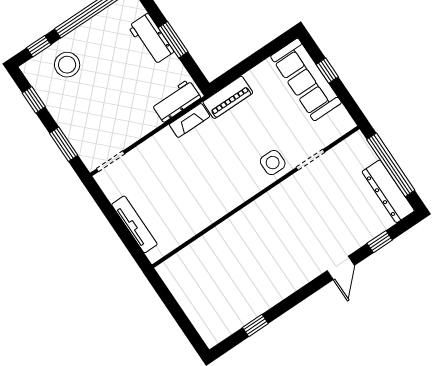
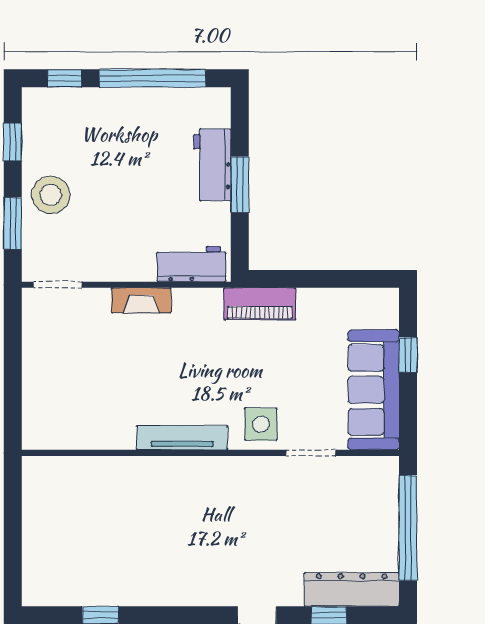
stool: (67, 65) -> (51, 195), moved
sofa: (306, 80) -> (374, 390), moved
fireplace: (190, 120) -> (141, 300), moved
dresser: (388, 191) -> (352, 589), moved, turned 90
tv unit: (134, 224) -> (182, 438), moved, turned -90

